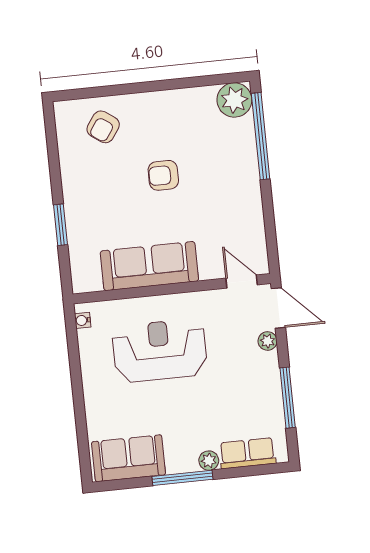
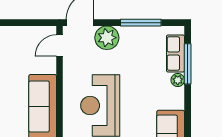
plant: (268, 341) -> (107, 38), width x1.88, depth x1.88
window: (182, 478) -> (188, 64), moved

